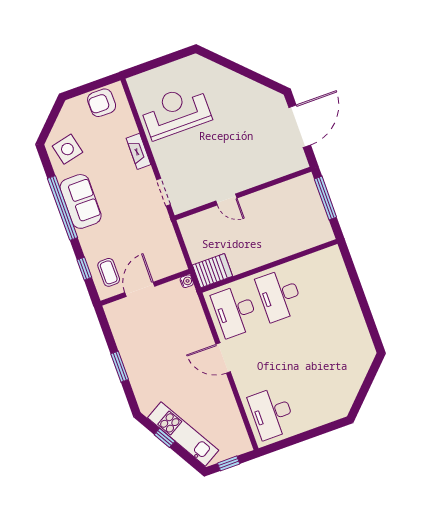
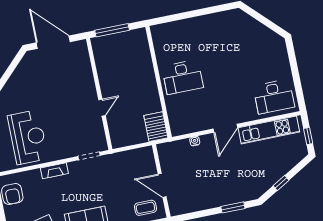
reception desk: (176, 112) -> (28, 137), turned 180
water cooler: (187, 281) -> (195, 141), moved
desk: (235, 311) -> (190, 114), removed
window: (120, 367) -> (233, 207), moved
kitchen unit: (183, 434) -> (269, 130), moved, turned -150

